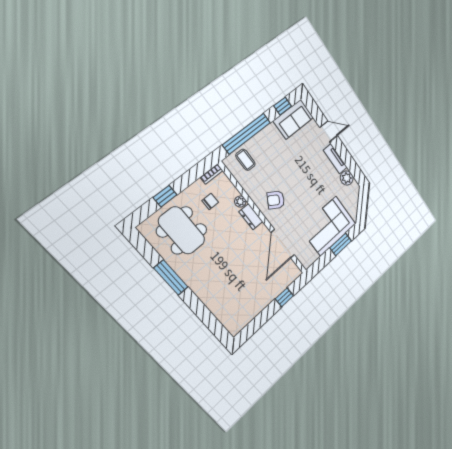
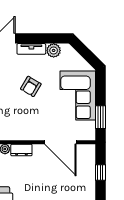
armchair: (276, 200) -> (31, 86), moved
window: (341, 244) -> (100, 117), moved

